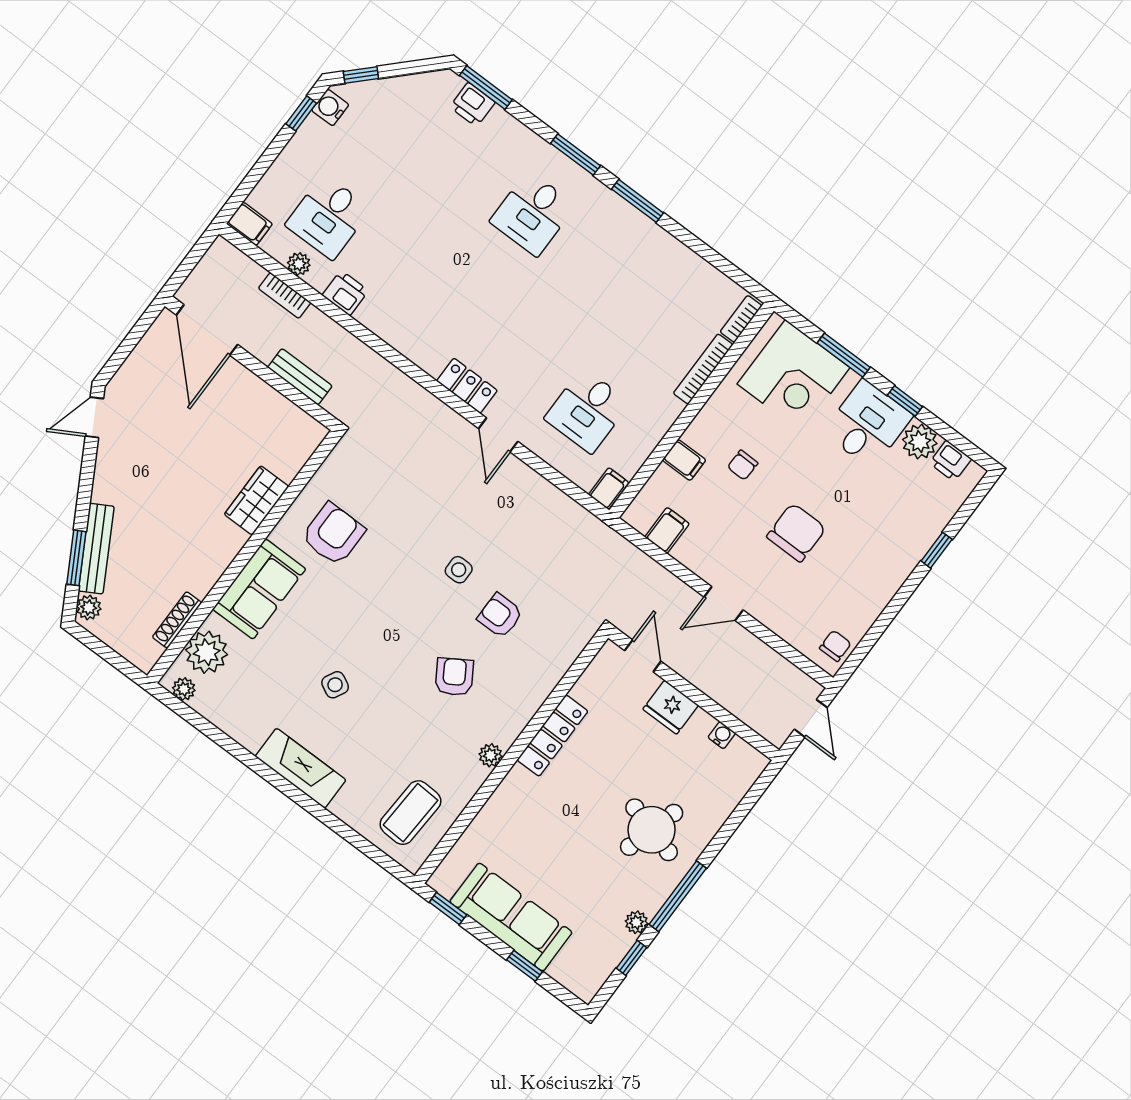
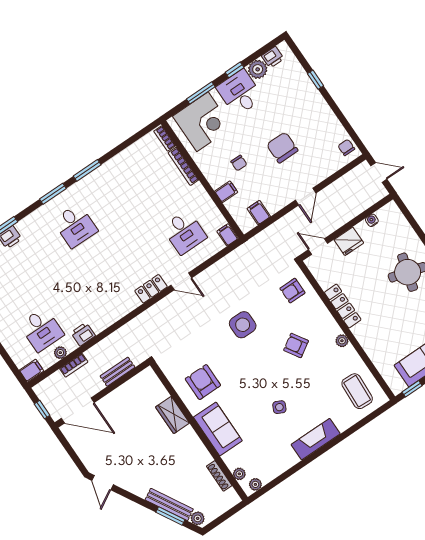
window: (187, 266) -> (42, 410), added
side table: (459, 570) -> (243, 325), width x1.87, depth x1.87
armchair: (500, 616) -> (292, 291), moved
plant: (207, 652) -> (239, 474), width x0.53, depth x0.53

